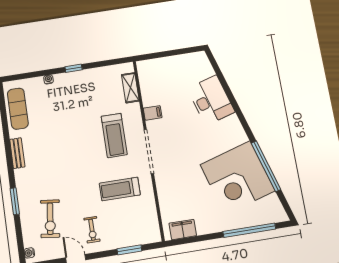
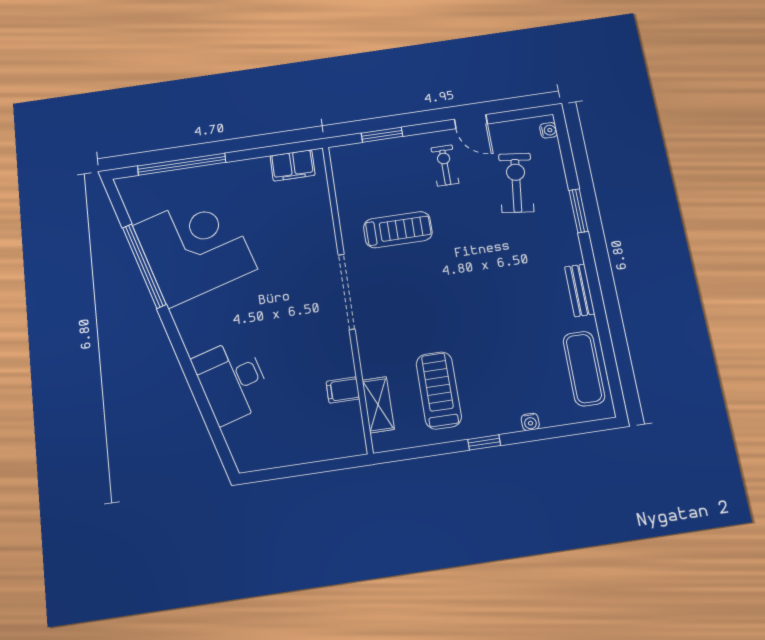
filing cabinet: (153, 113) -> (343, 390), moved
treadmill: (114, 135) -> (439, 390), moved

